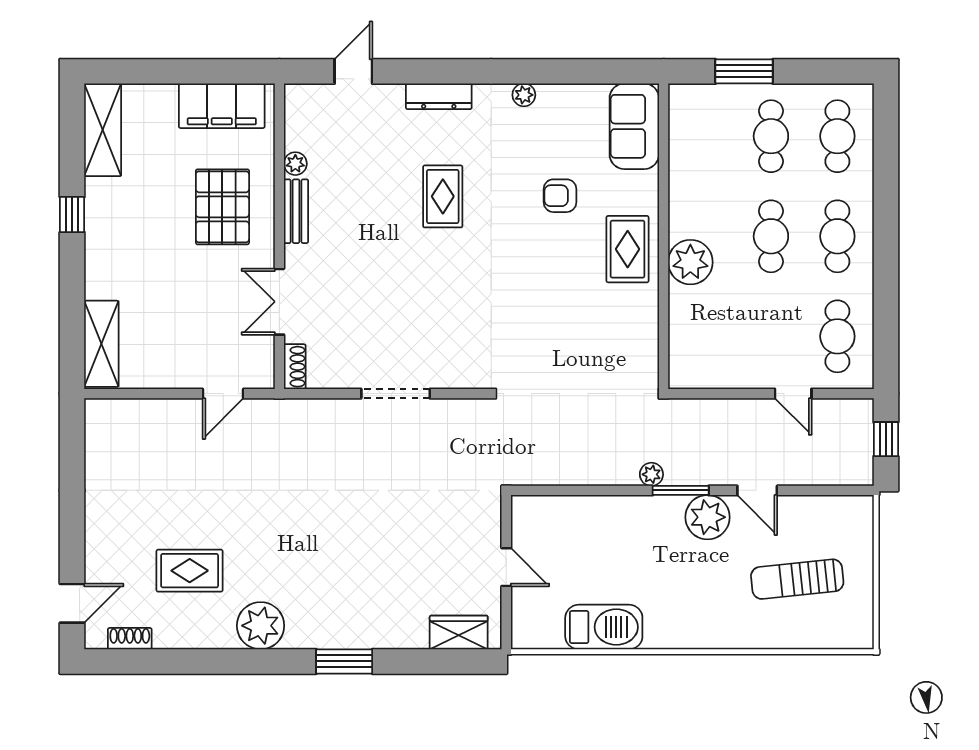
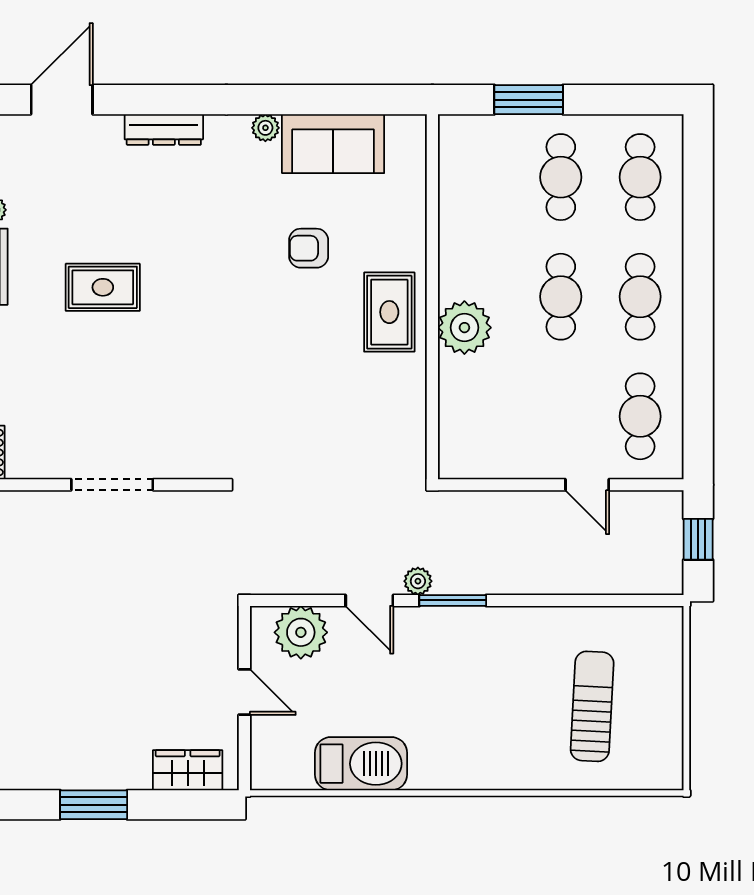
door: (353, 71) -> (62, 100), width x1.37
sofa: (634, 126) -> (333, 144), moved, turned -90
rug: (443, 196) -> (103, 287), moved, turned 90
door: (757, 490) -> (369, 600), moved
plant: (708, 517) -> (301, 632), moved
sun lounger: (797, 579) -> (592, 706), turned 99
window: (344, 661) -> (94, 805), moved

